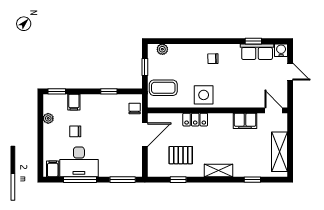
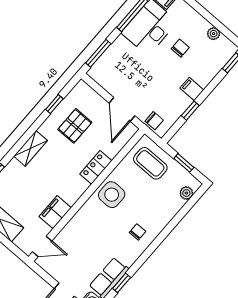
coffee table: (163, 88) -> (150, 163), turned 90
filing cabinet: (74, 102) -> (192, 89), moved

